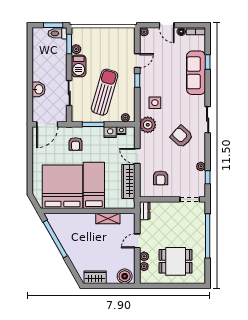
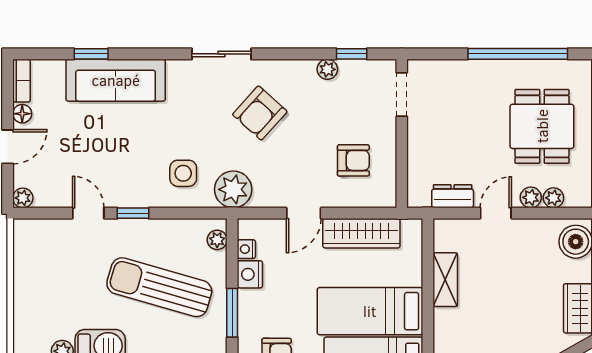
dresser: (145, 211) -> (453, 196), moved
window: (208, 236) -> (518, 54), moved
door: (137, 241) -> (496, 213), swing flipped

